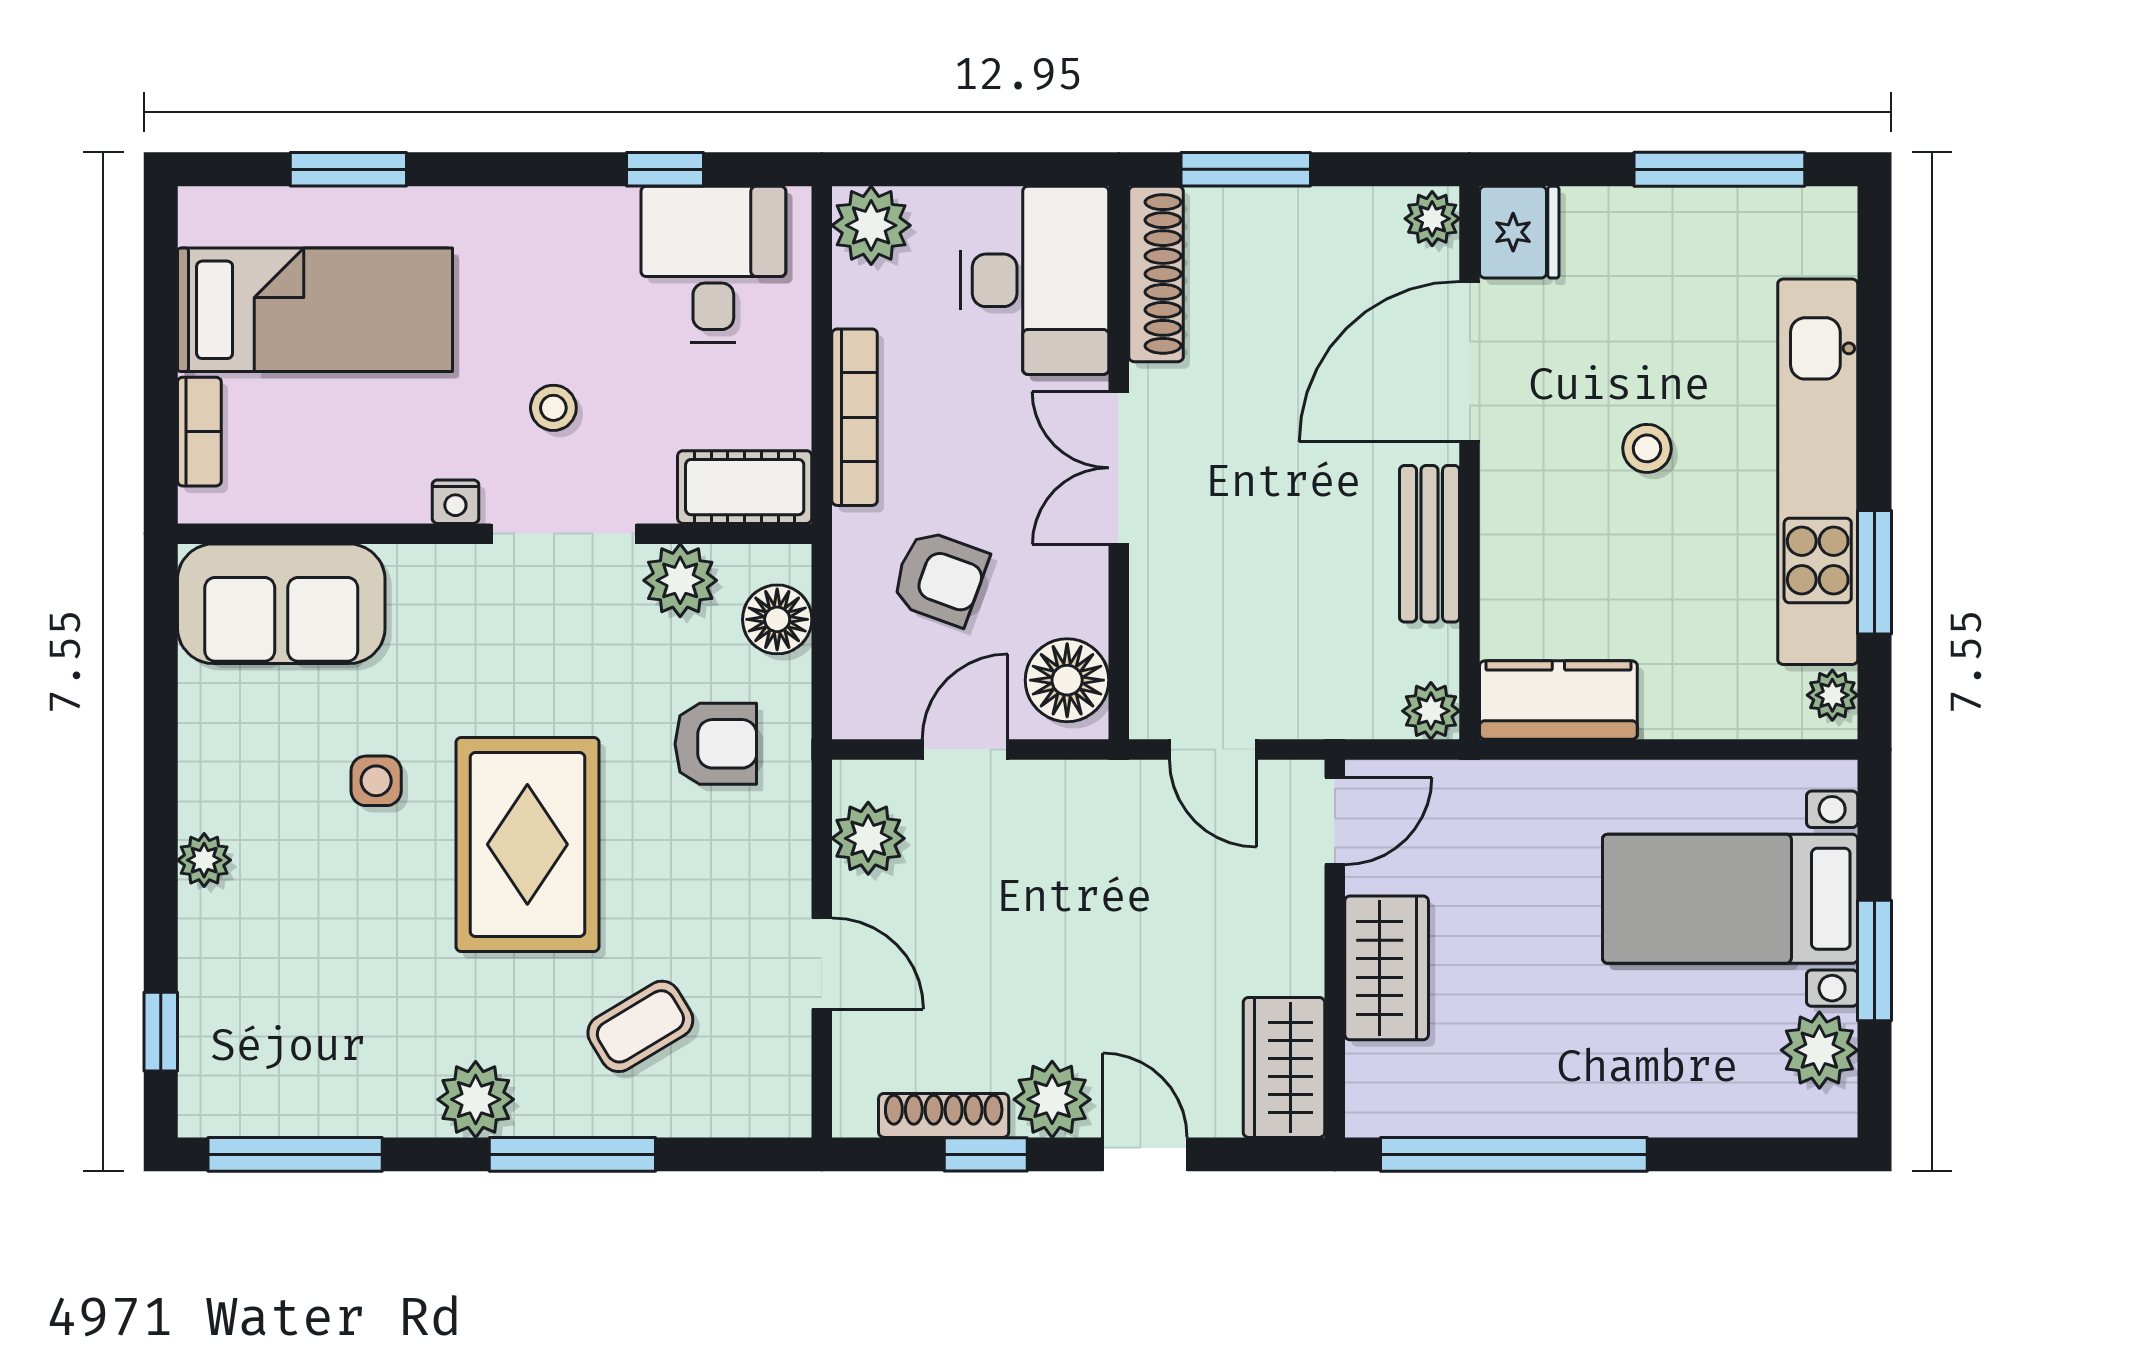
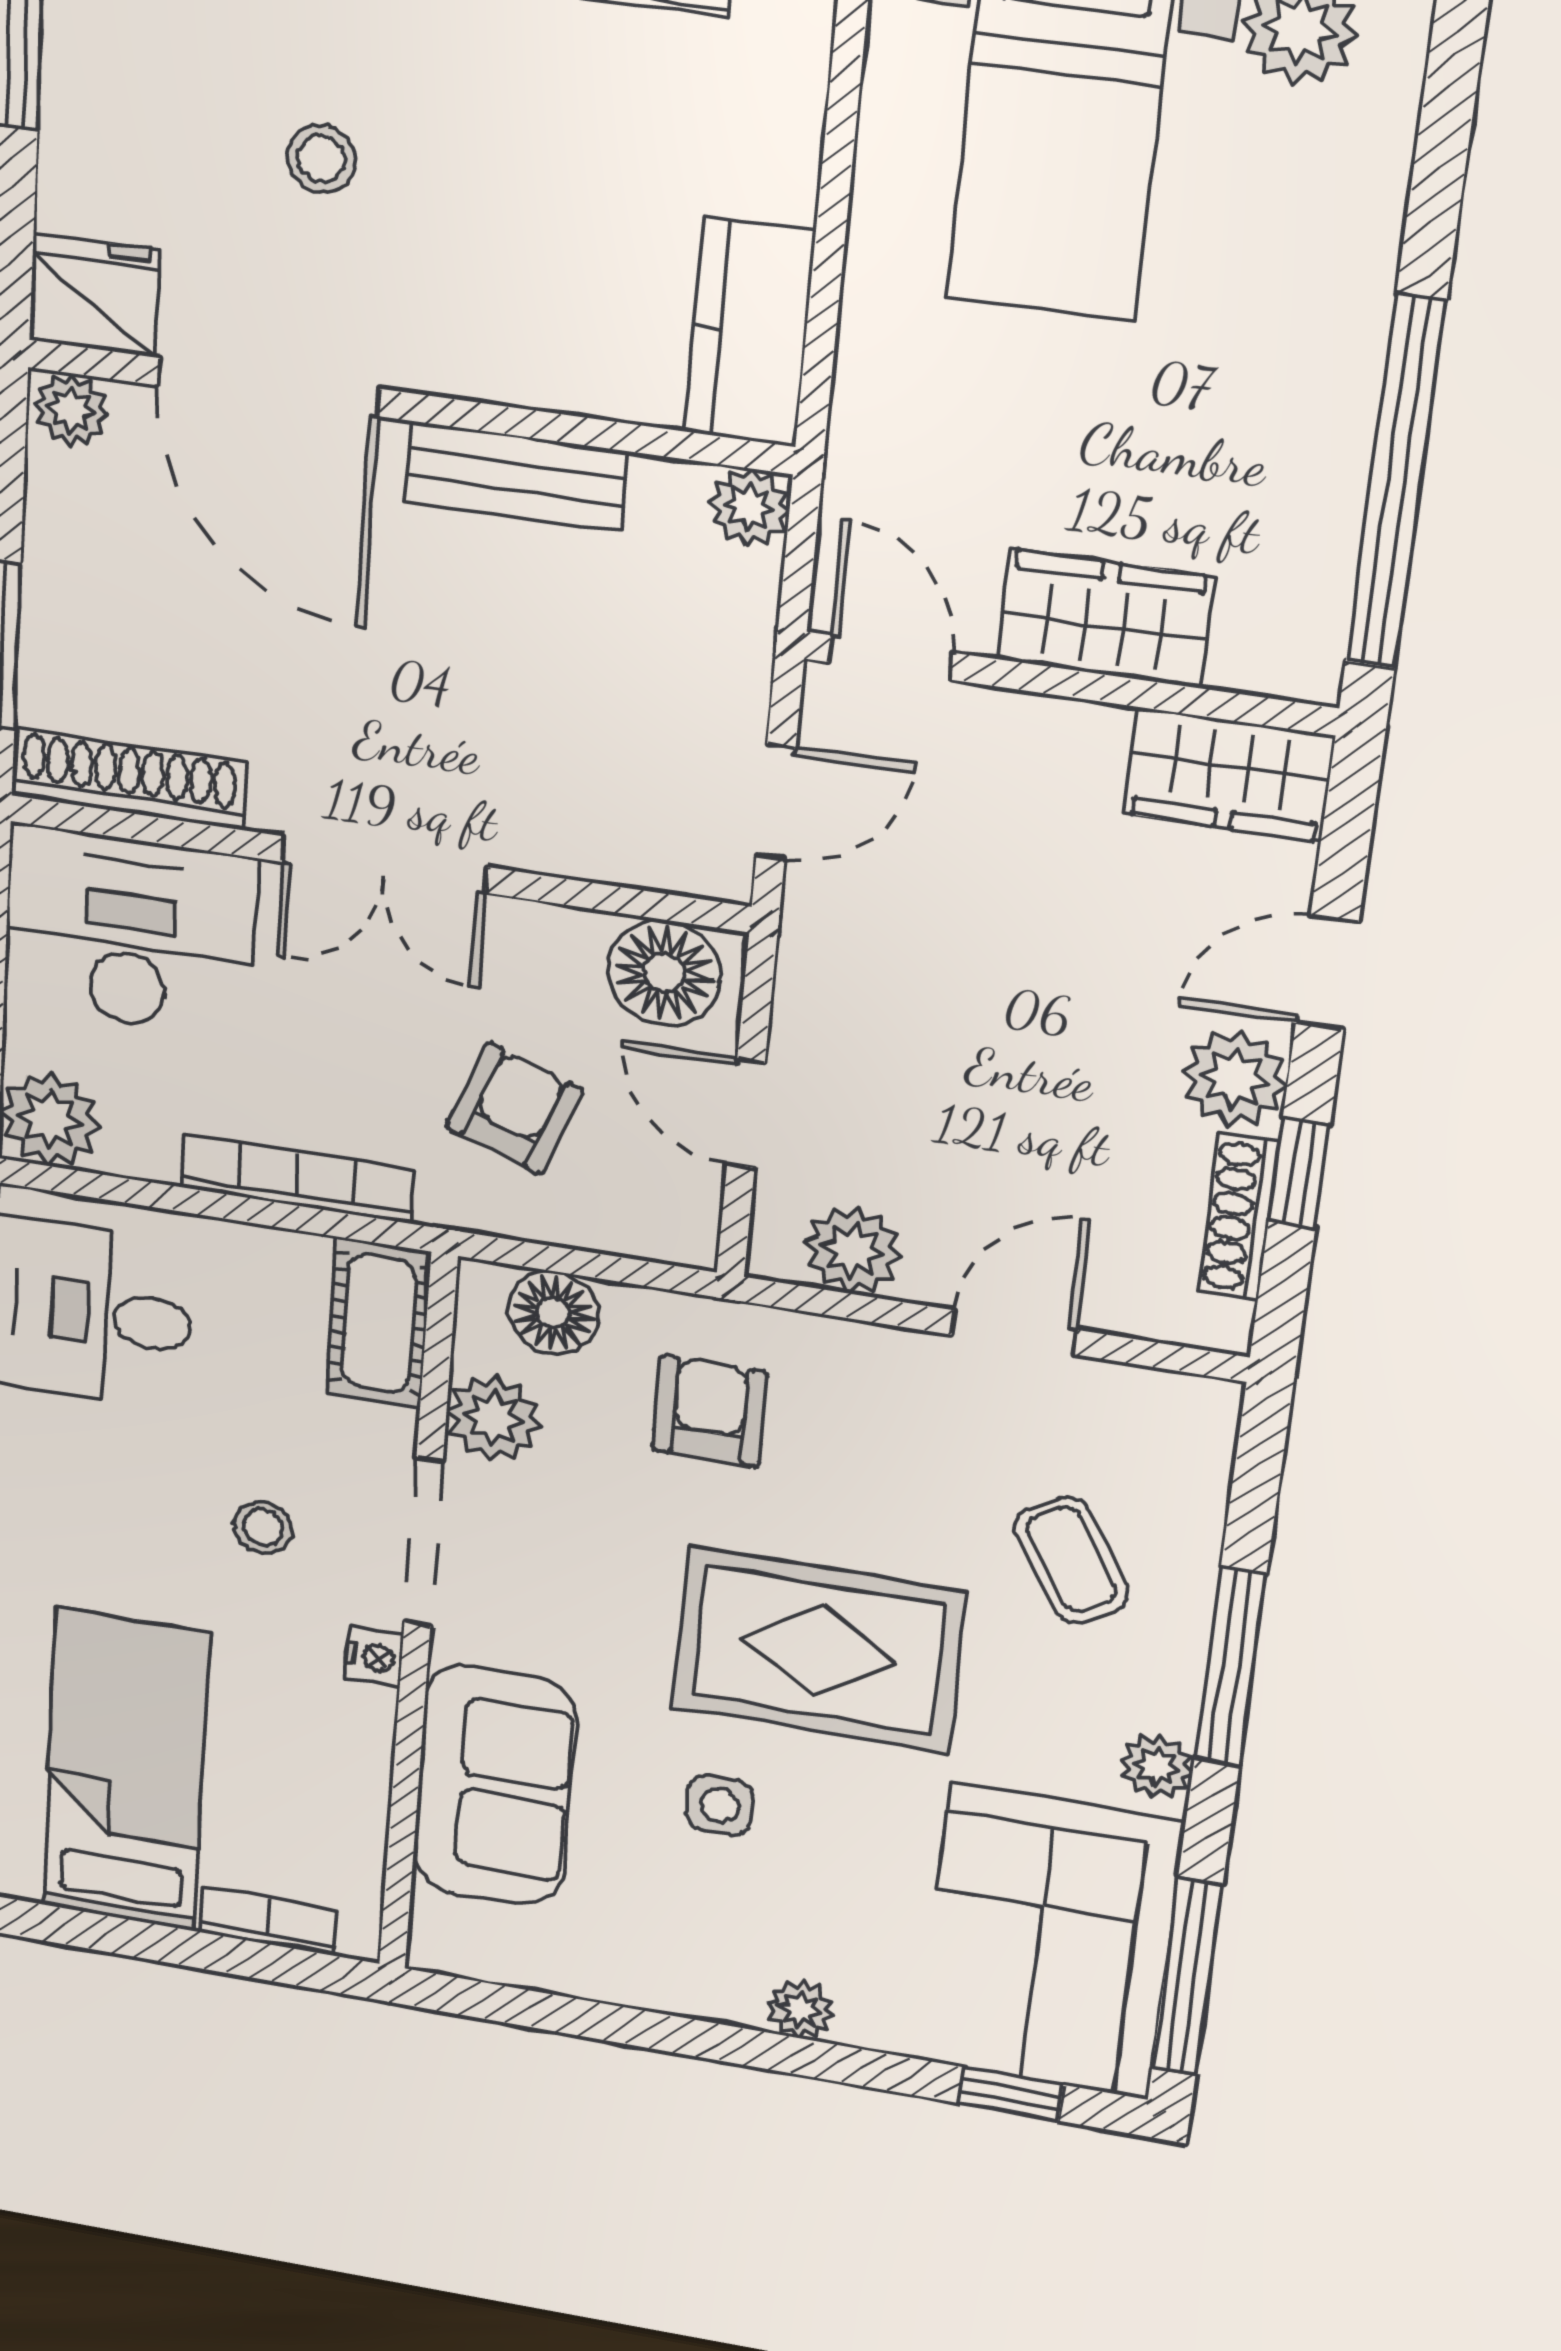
stool: (1647, 448) -> (321, 159), moved
sofa: (281, 604) -> (494, 1786), moved
corner sofa: (305, 1047) -> (1050, 1942), added
plant: (476, 1099) -> (1157, 1767), width x0.73, depth x0.73

